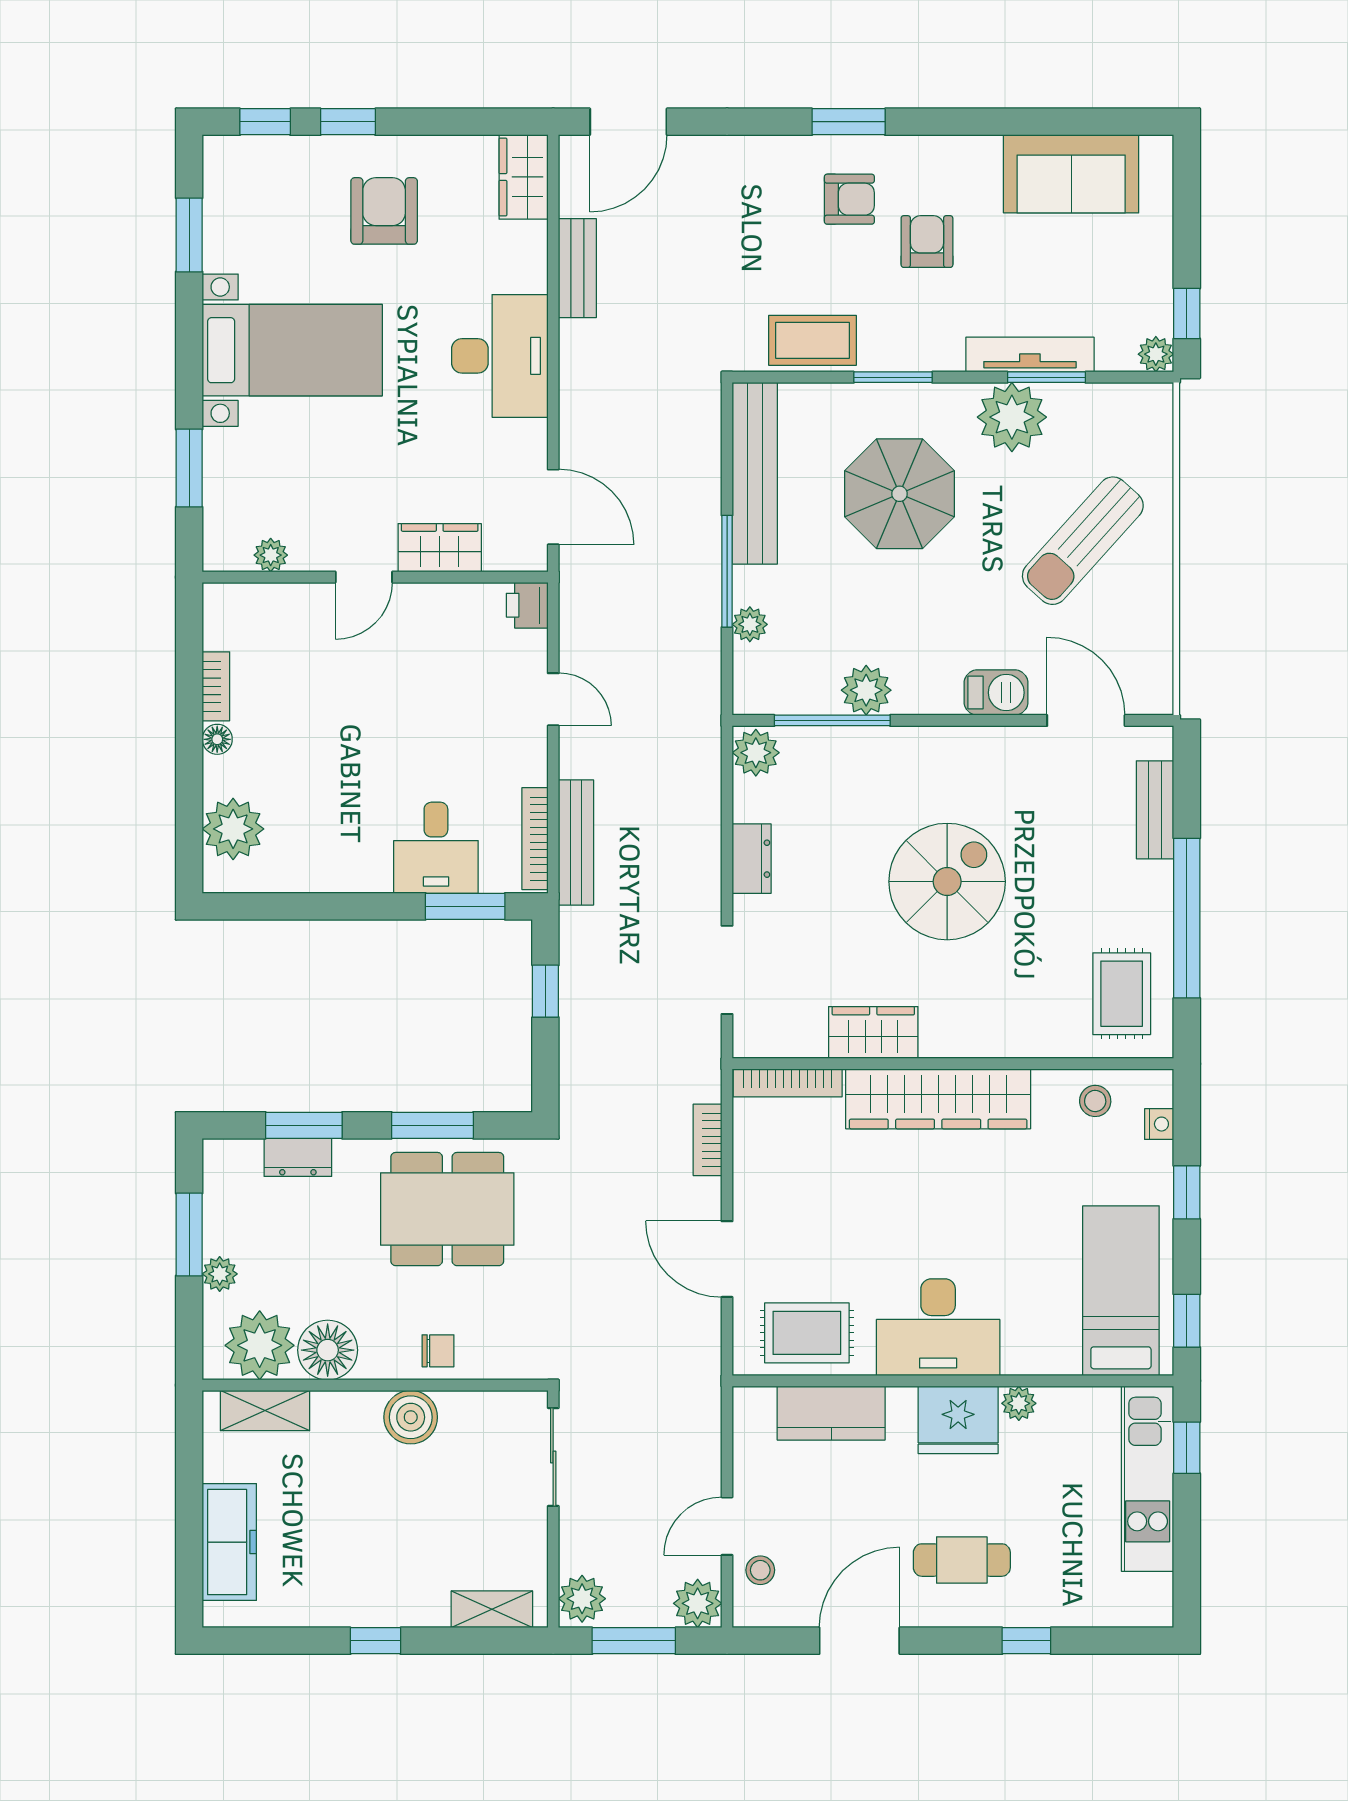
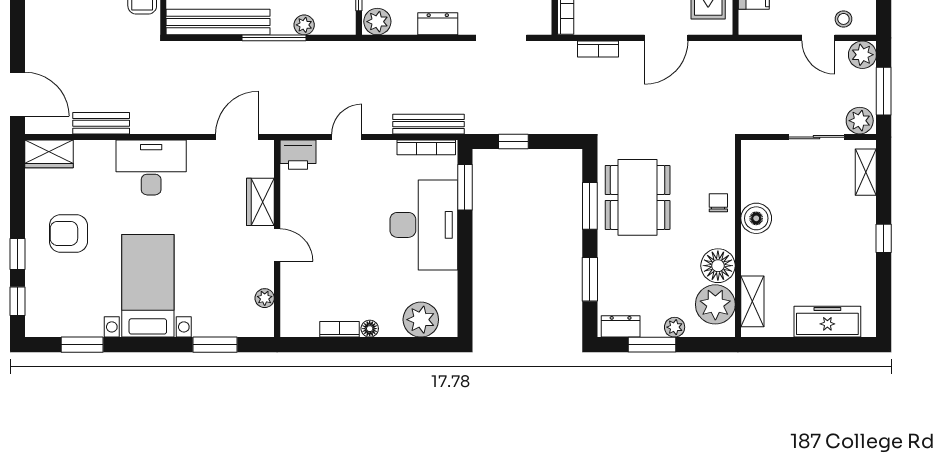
printer: (527, 605) -> (298, 155), width x1.36, depth x1.24
desk: (436, 848) -> (424, 225), width x1.87, depth x1.30
dresser: (298, 1157) -> (621, 326), moved, turned -90
sliding door: (553, 1457) -> (816, 137), moved

